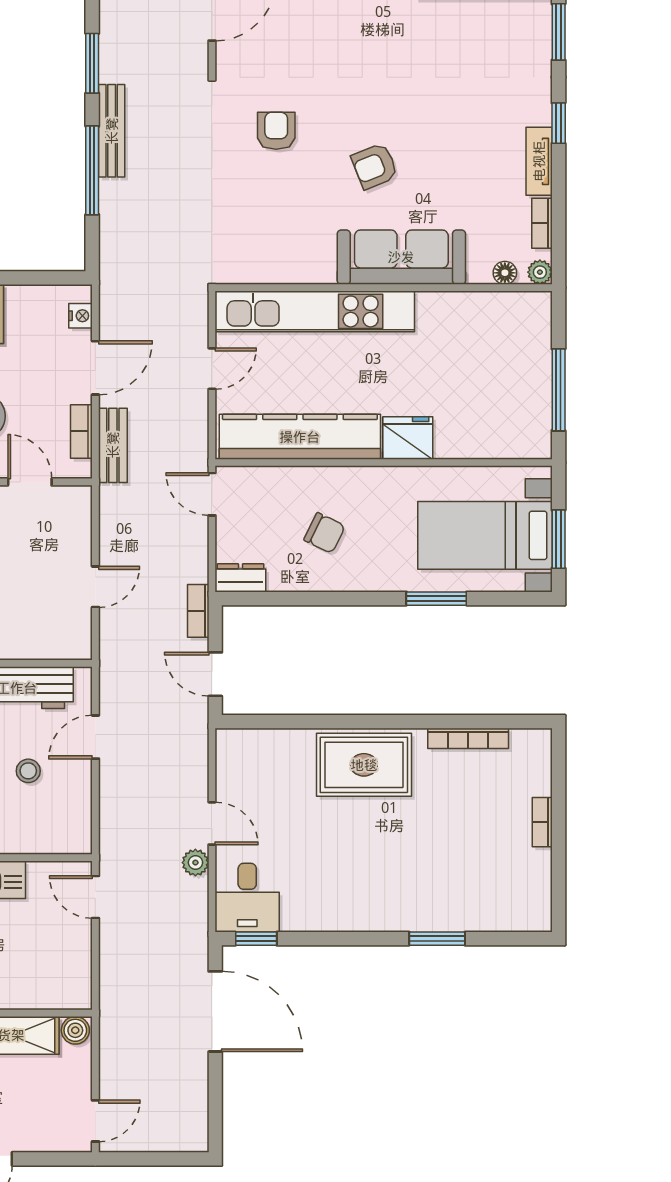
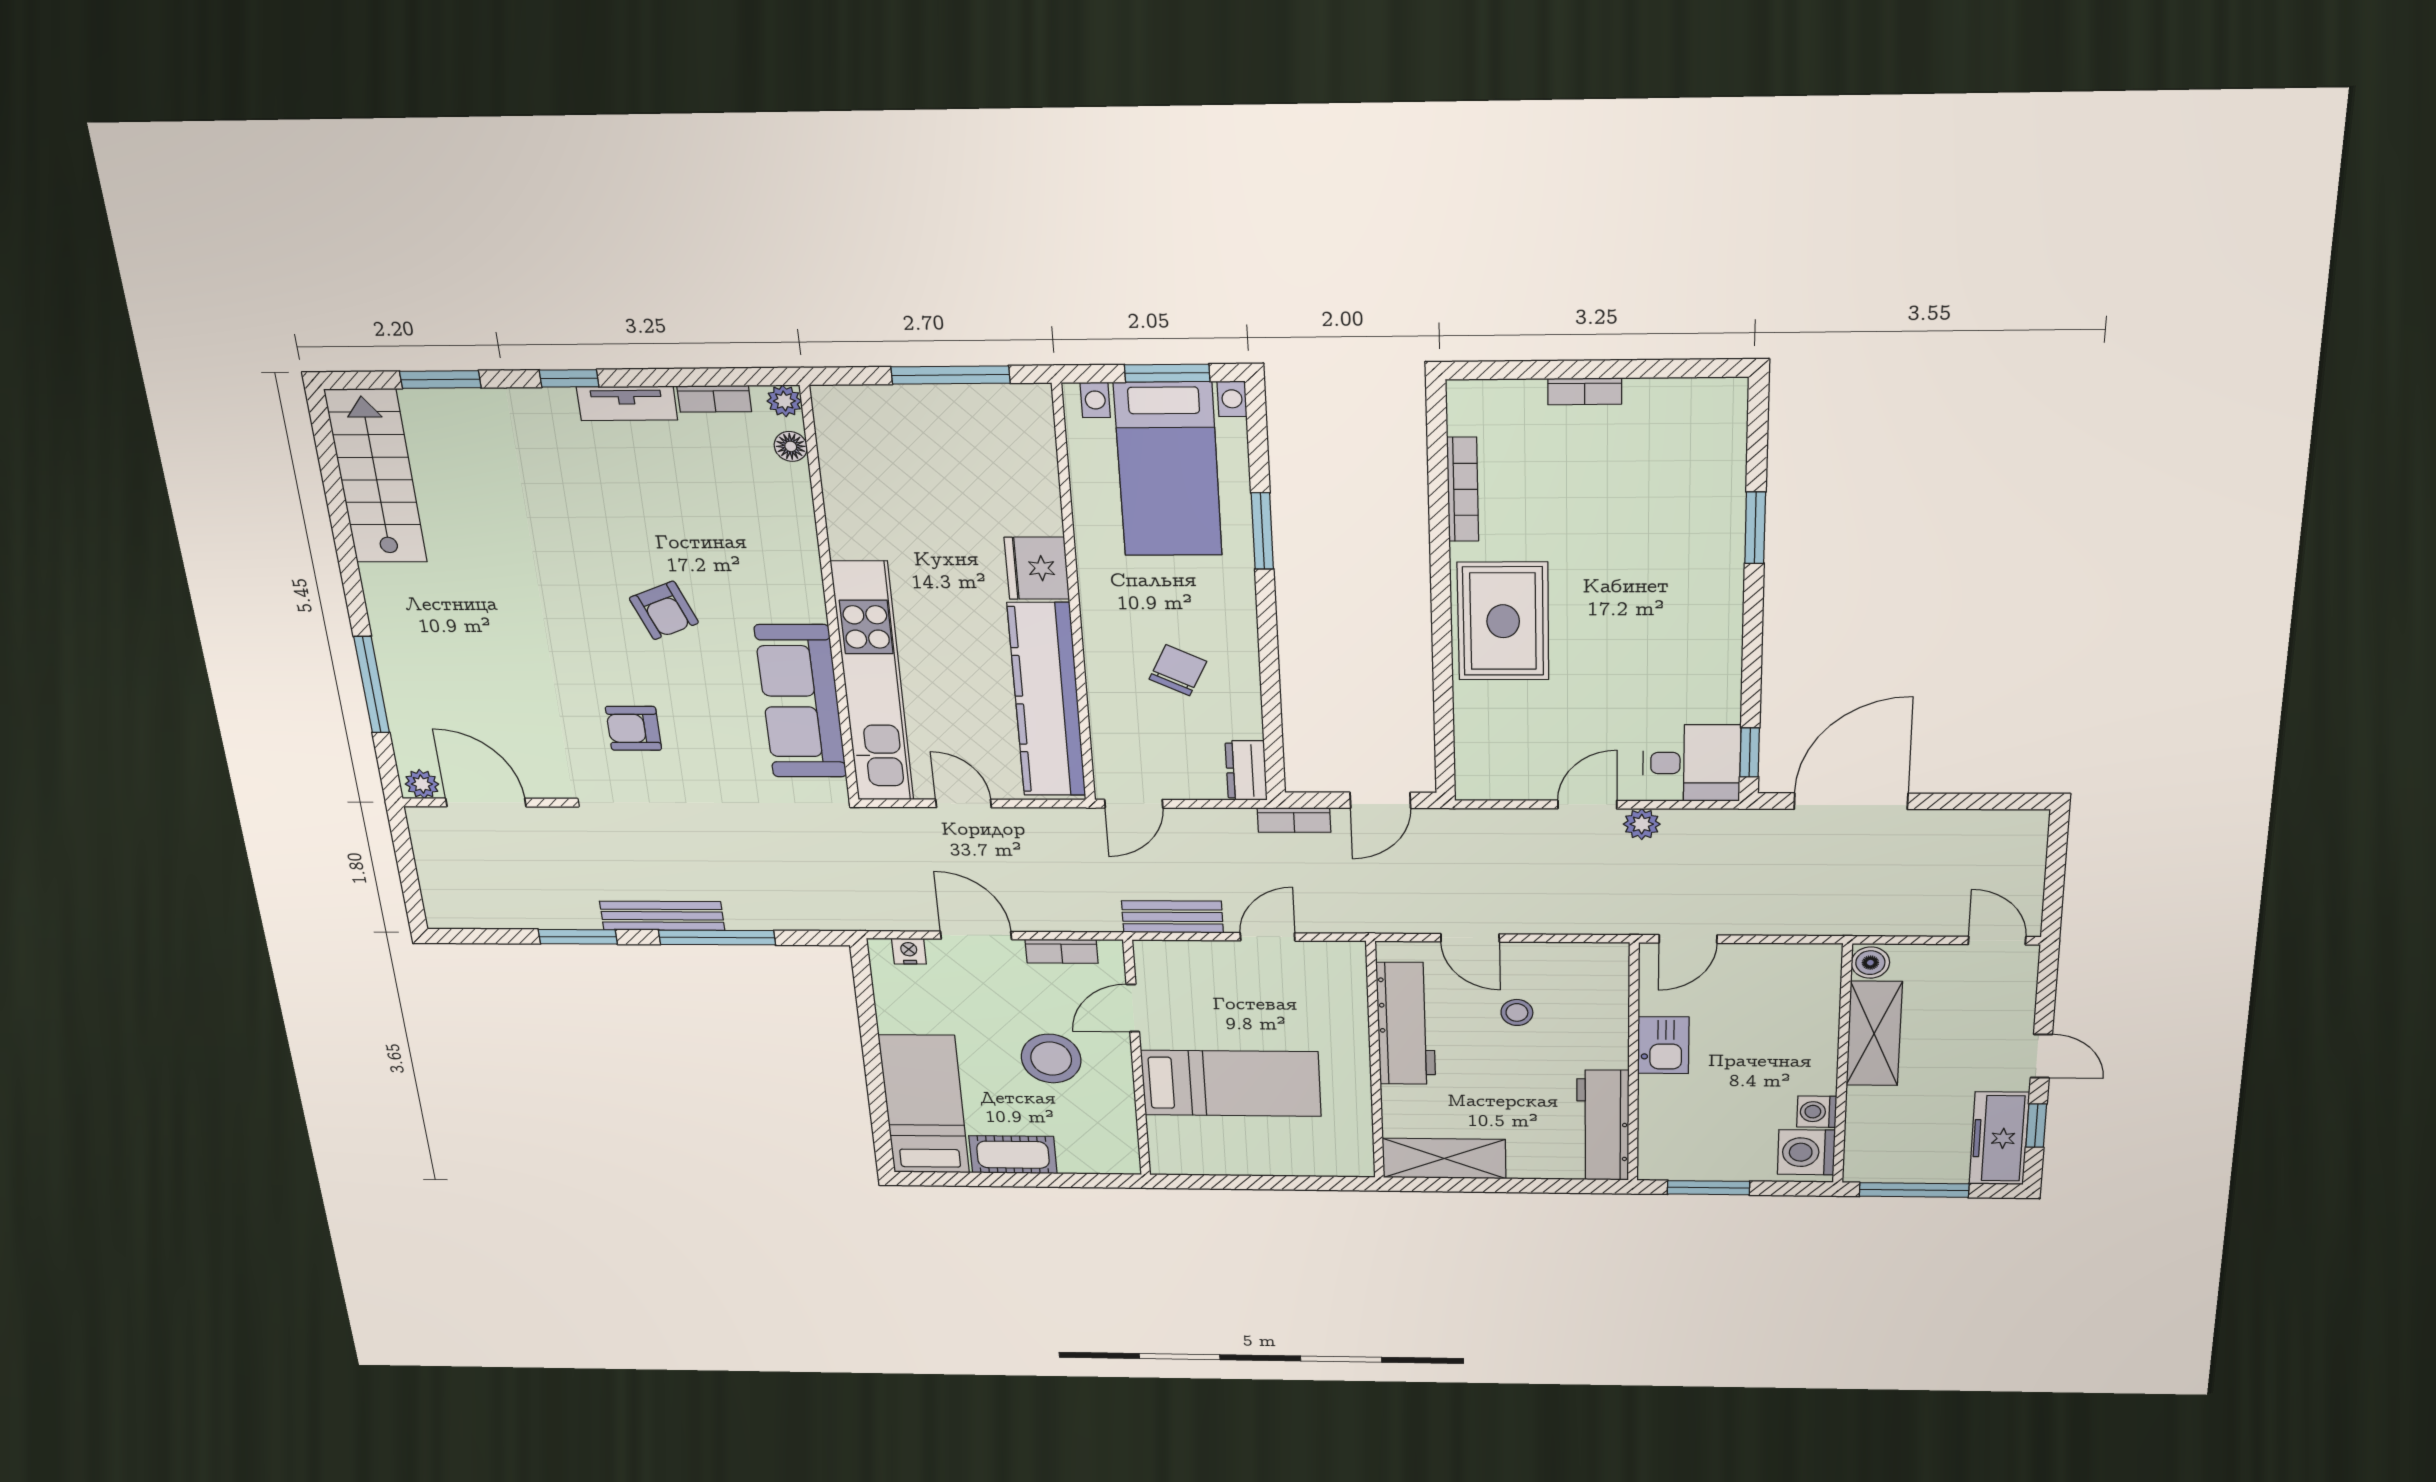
sofa: (401, 257) -> (801, 701), moved
bench: (113, 445) -> (1172, 917), moved
door: (95, 587) -> (1268, 937), hinge flipped

